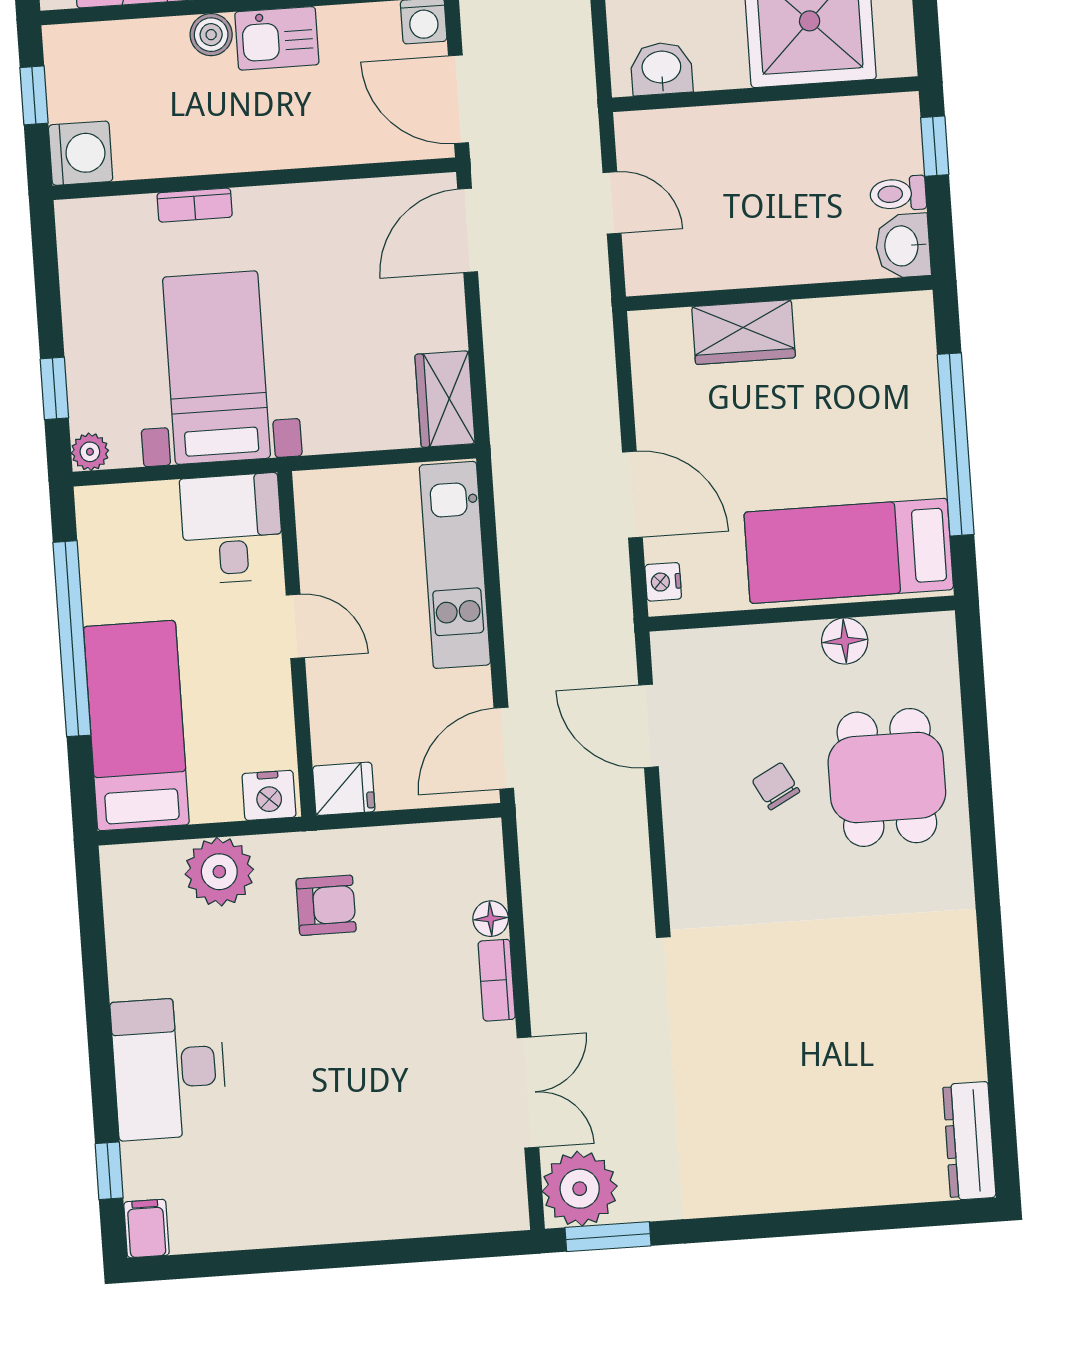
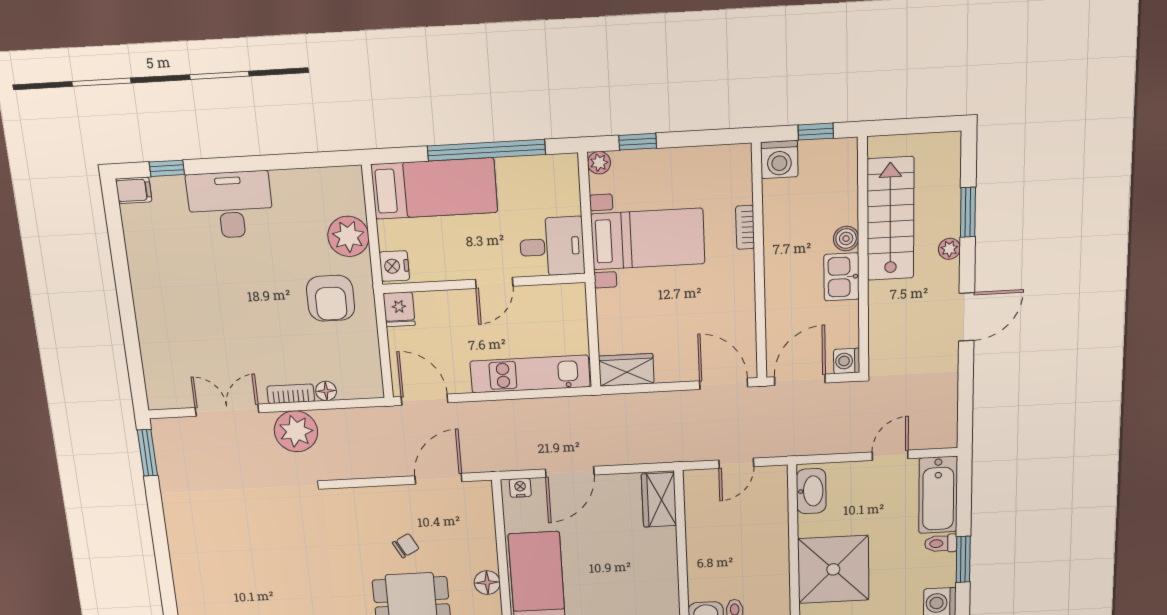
washbasin: (662, 69) -> (811, 491), width x1.38
wardrobe: (743, 332) -> (659, 500), moved
armchair: (326, 905) -> (331, 298), width x1.38, depth x1.38
double door: (528, 1092) -> (227, 410), swing flipped
plant: (580, 1189) -> (296, 431), moved

